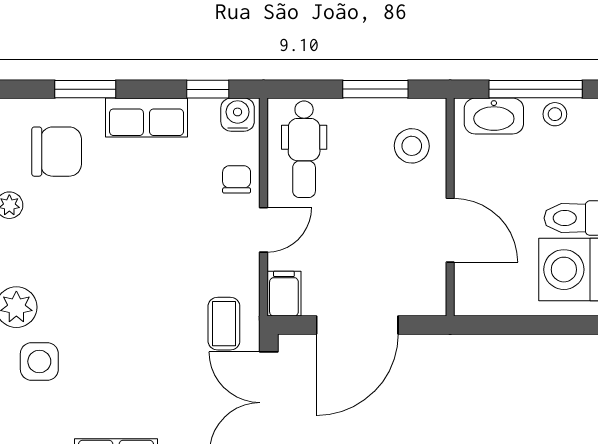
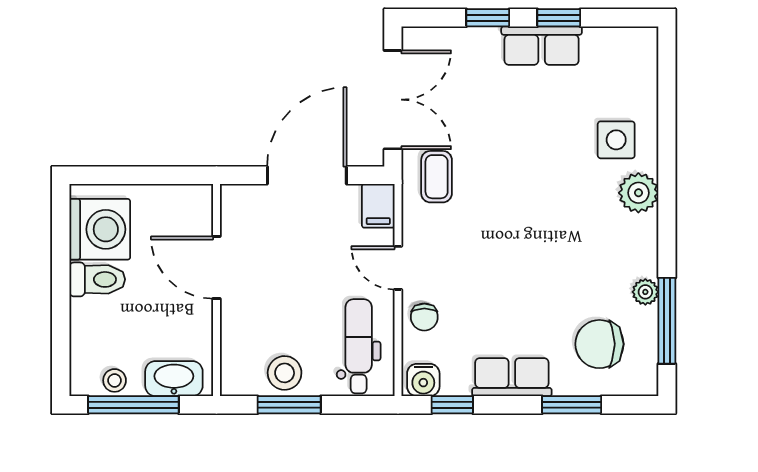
stool: (412, 146) -> (285, 373), moved
door: (263, 230) -> (398, 268), hinge flipped

